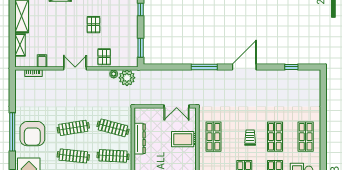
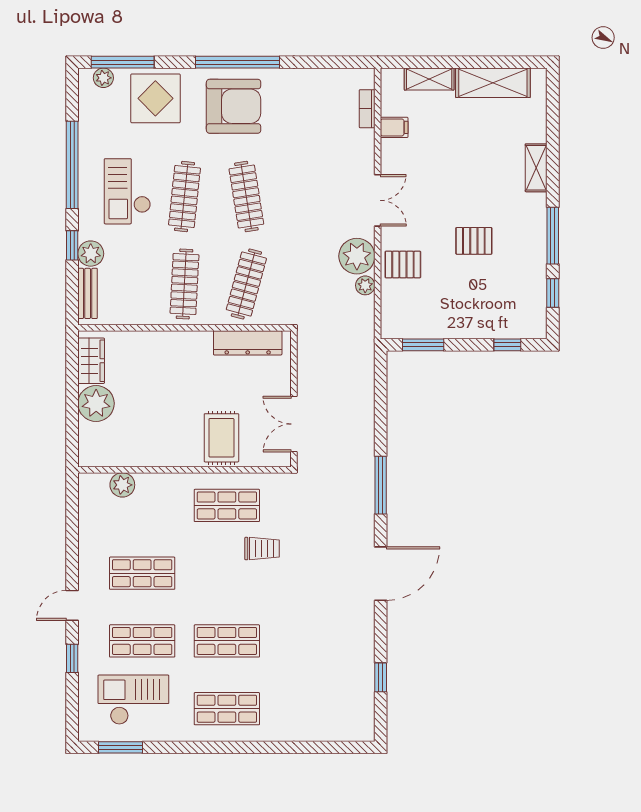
door: (244, 67) -> (381, 574), hinge flipped
plant: (127, 78) -> (357, 256), moved
armchair: (32, 134) -> (234, 106), turned 180
trolley: (250, 138) -> (262, 549), moved
dresser: (140, 139) -> (248, 343), moved

